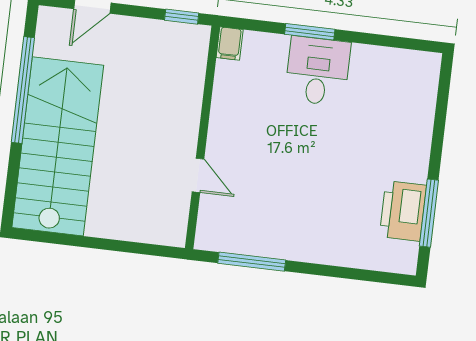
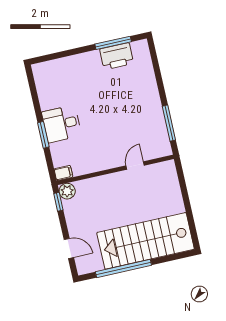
plant: (195, 39) -> (67, 191), added

